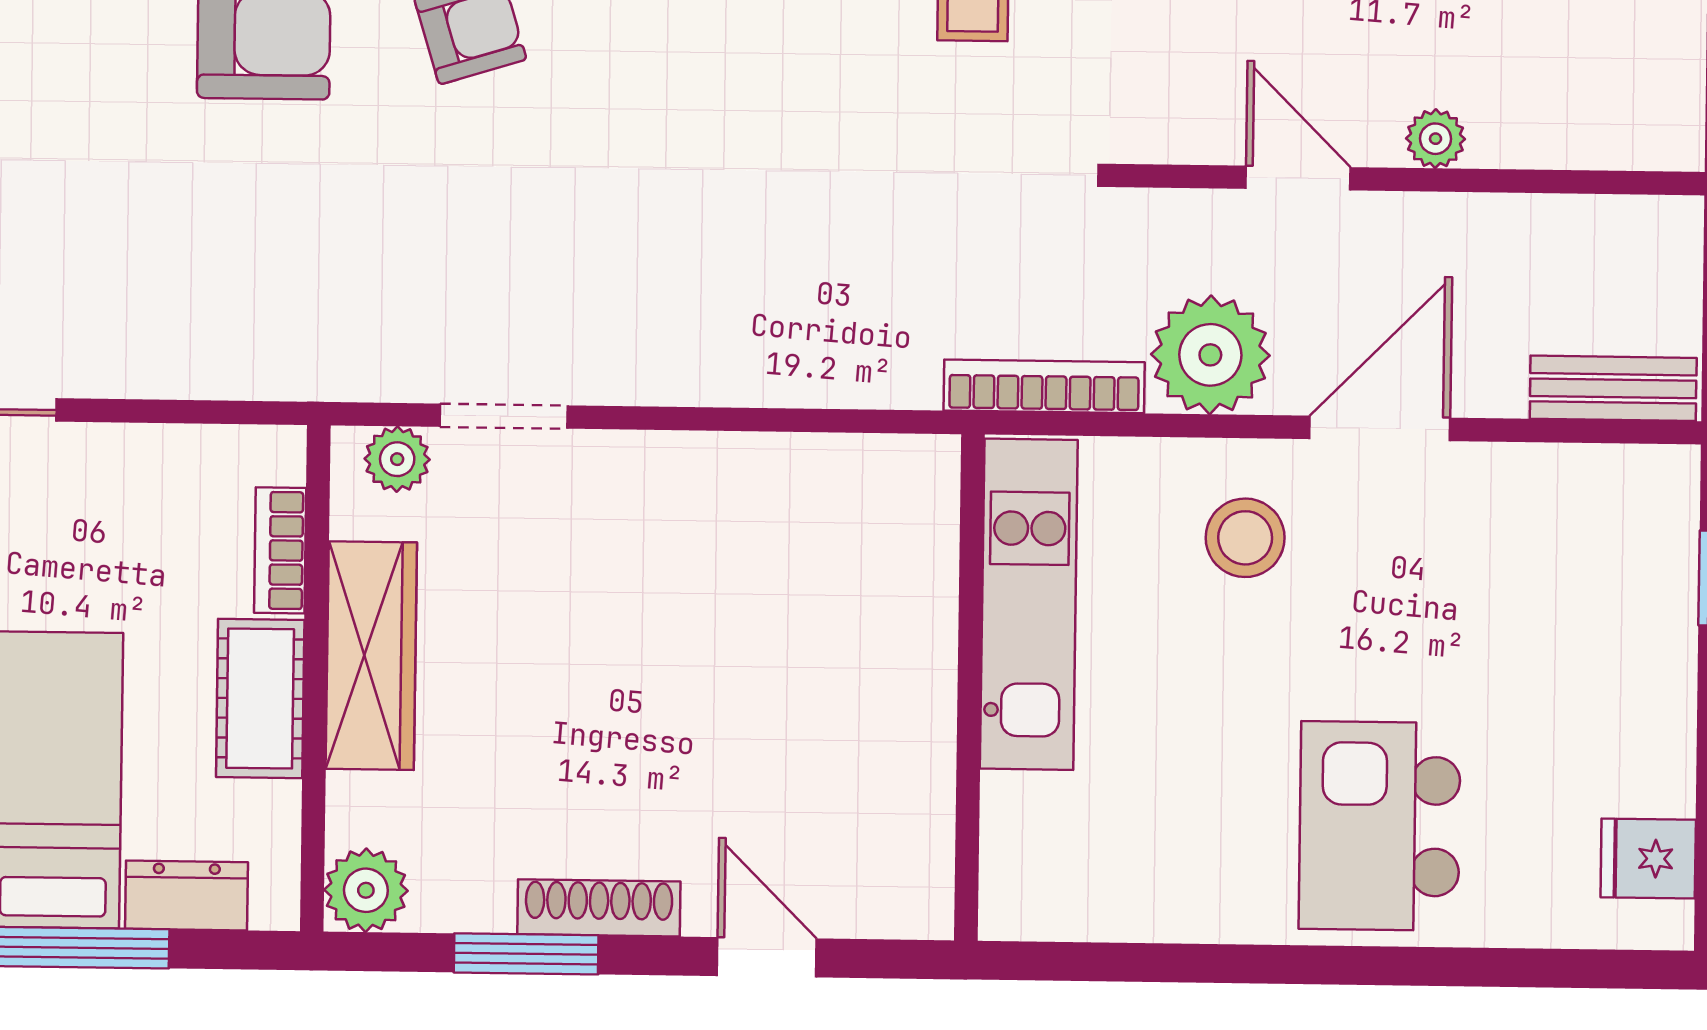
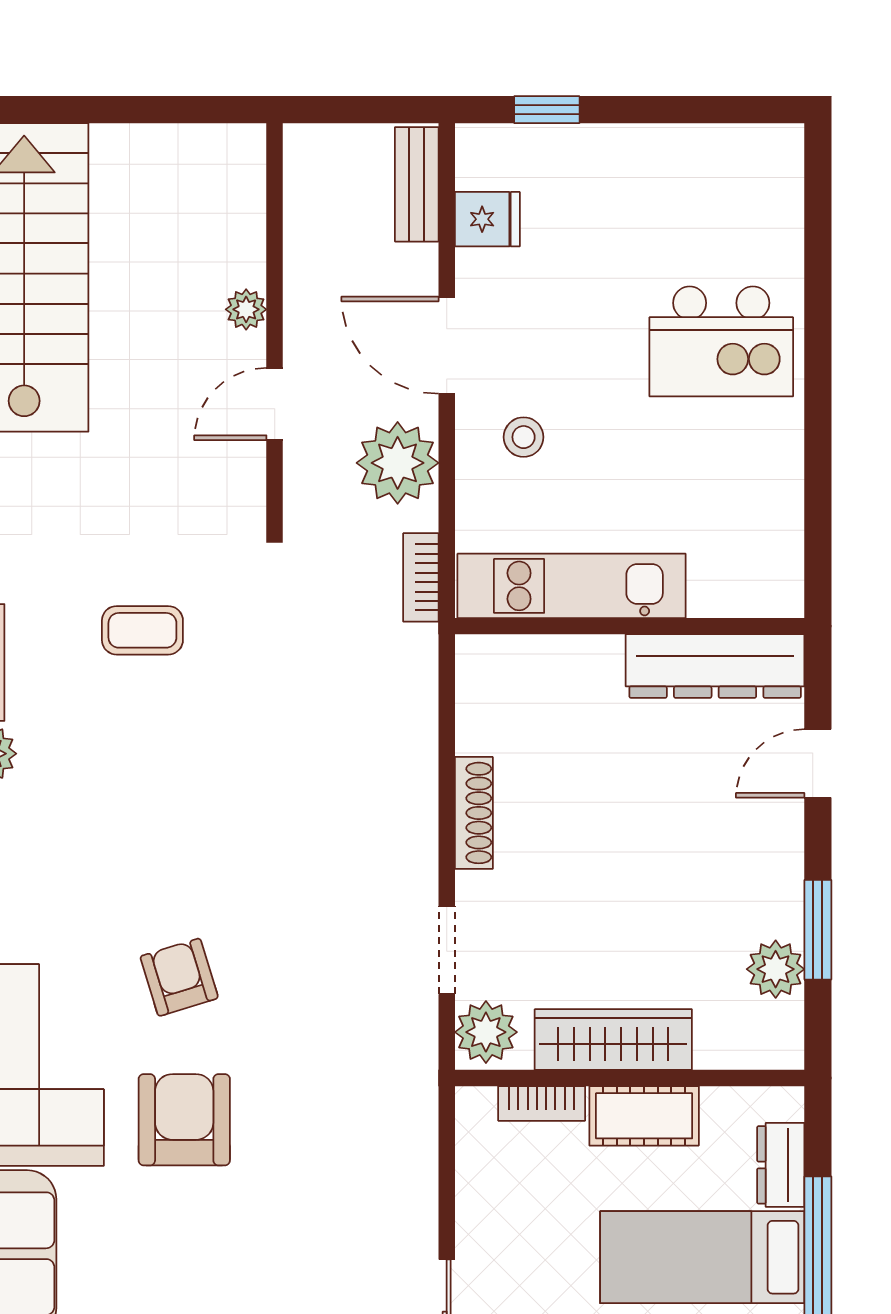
bookcase: (1044, 386) -> (421, 577), width x0.64
plant: (397, 459) -> (486, 1032), width x1.38, depth x1.38
stool: (1245, 538) -> (524, 437), width x0.73, depth x0.73
dresser: (910, 810) -> (715, 666), added
fridge: (1648, 859) -> (487, 219), moved, turned -90
plant: (366, 890) -> (776, 969), moved
shoe rack: (599, 908) -> (474, 813), moved, turned 180

